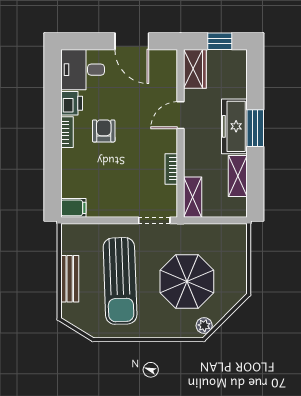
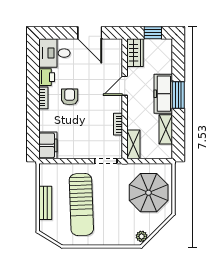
filing cabinet: (73, 208) -> (48, 145), width x2.00
parasol: (187, 282) -> (149, 193), moved

